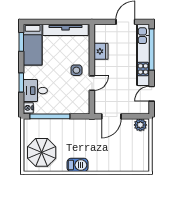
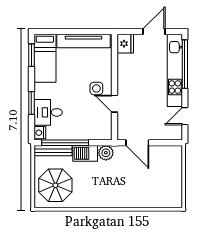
fridge: (101, 51) -> (125, 44), moved
door: (92, 83) -> (115, 104), swing flipped
door: (111, 116) -> (137, 143), hinge flipped
bench: (40, 123) -> (53, 151), added
plant: (140, 125) -> (106, 153), moved
barbecue: (77, 165) -> (85, 153), moved, turned 180

